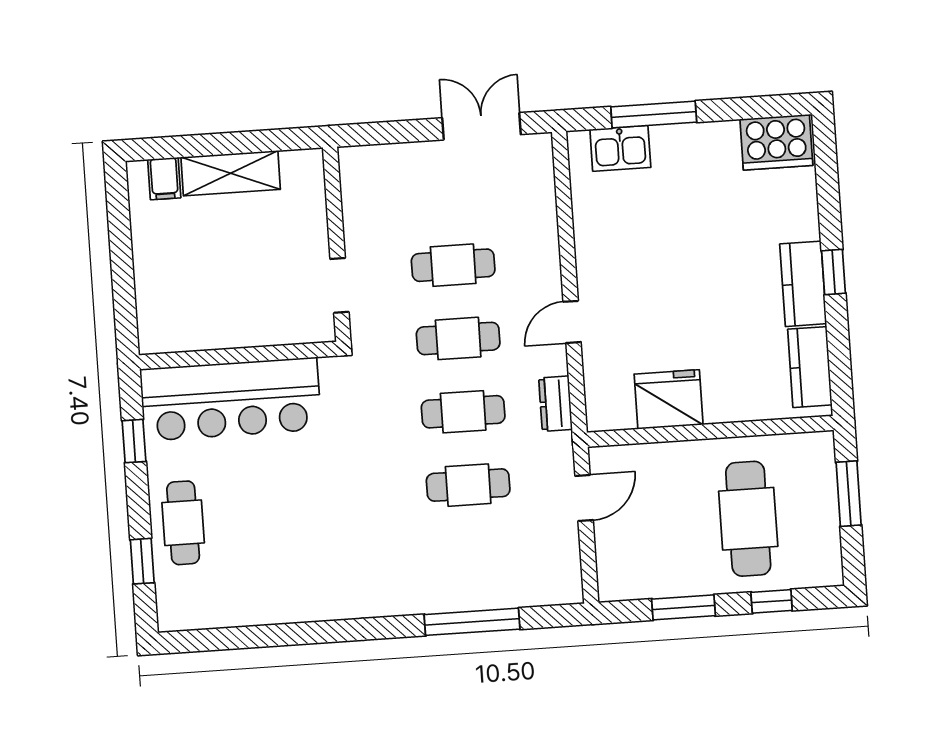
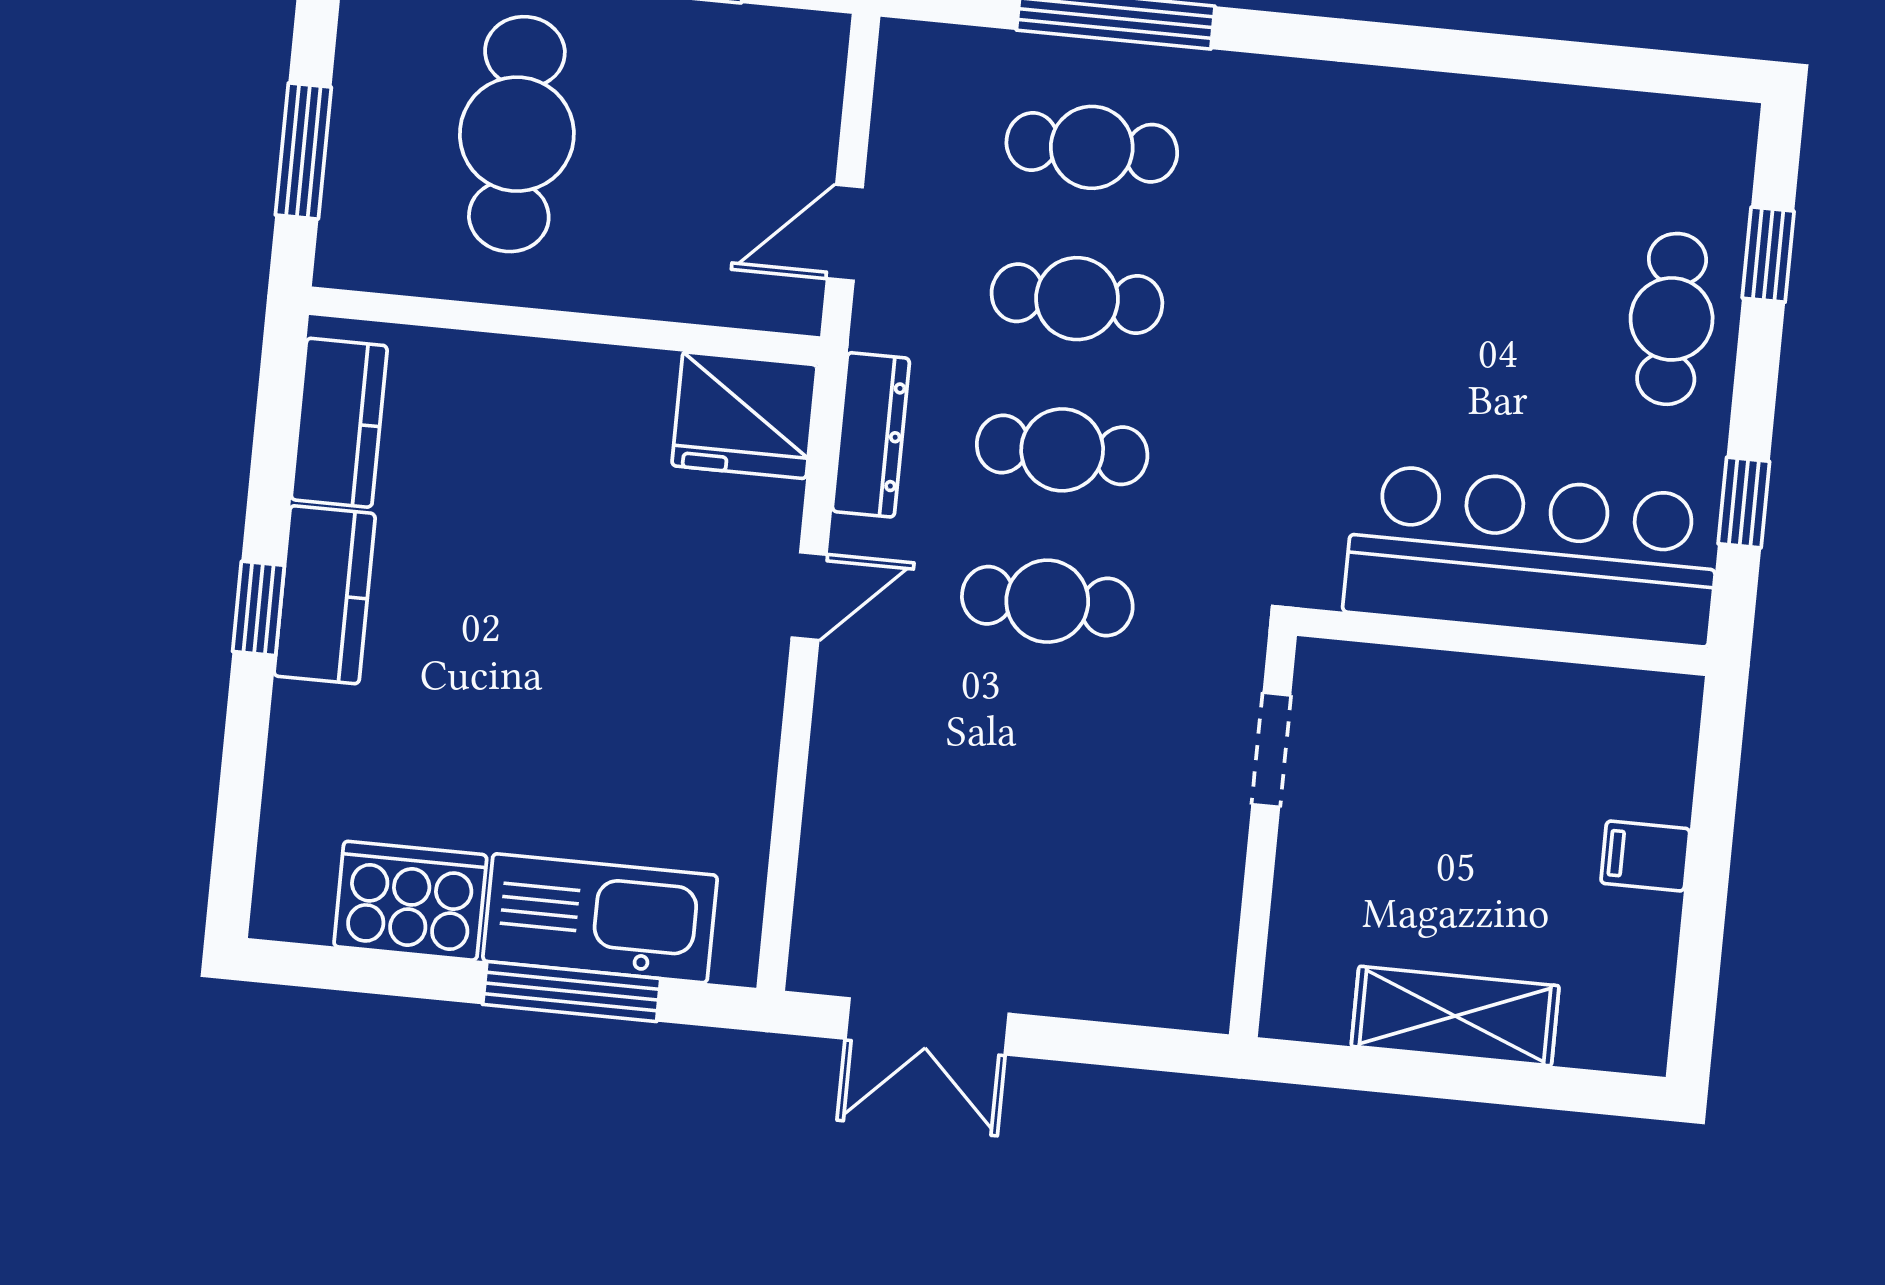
cooker: (776, 142) -> (410, 901), moved
kitchen sink: (620, 148) -> (600, 918), width x1.87, depth x1.24
filing cabinet: (164, 179) -> (1645, 856), moved, turned -90
cafe table: (453, 265) -> (1092, 147), moved
fridge: (669, 399) -> (744, 415), moved
dresser: (555, 404) -> (871, 435), width x1.44

